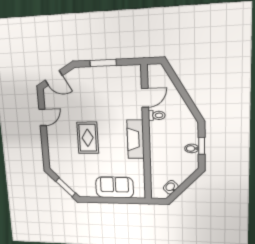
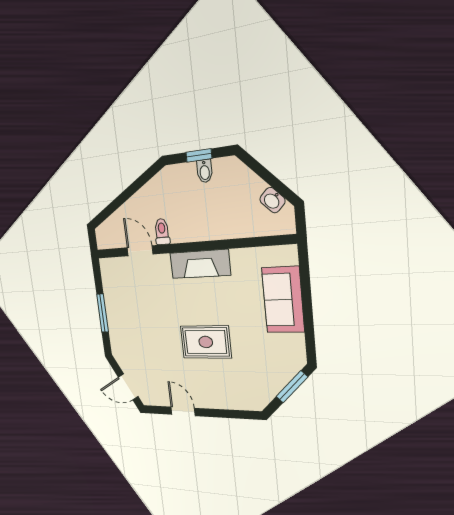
door: (54, 78) -> (128, 387), swing flipped

